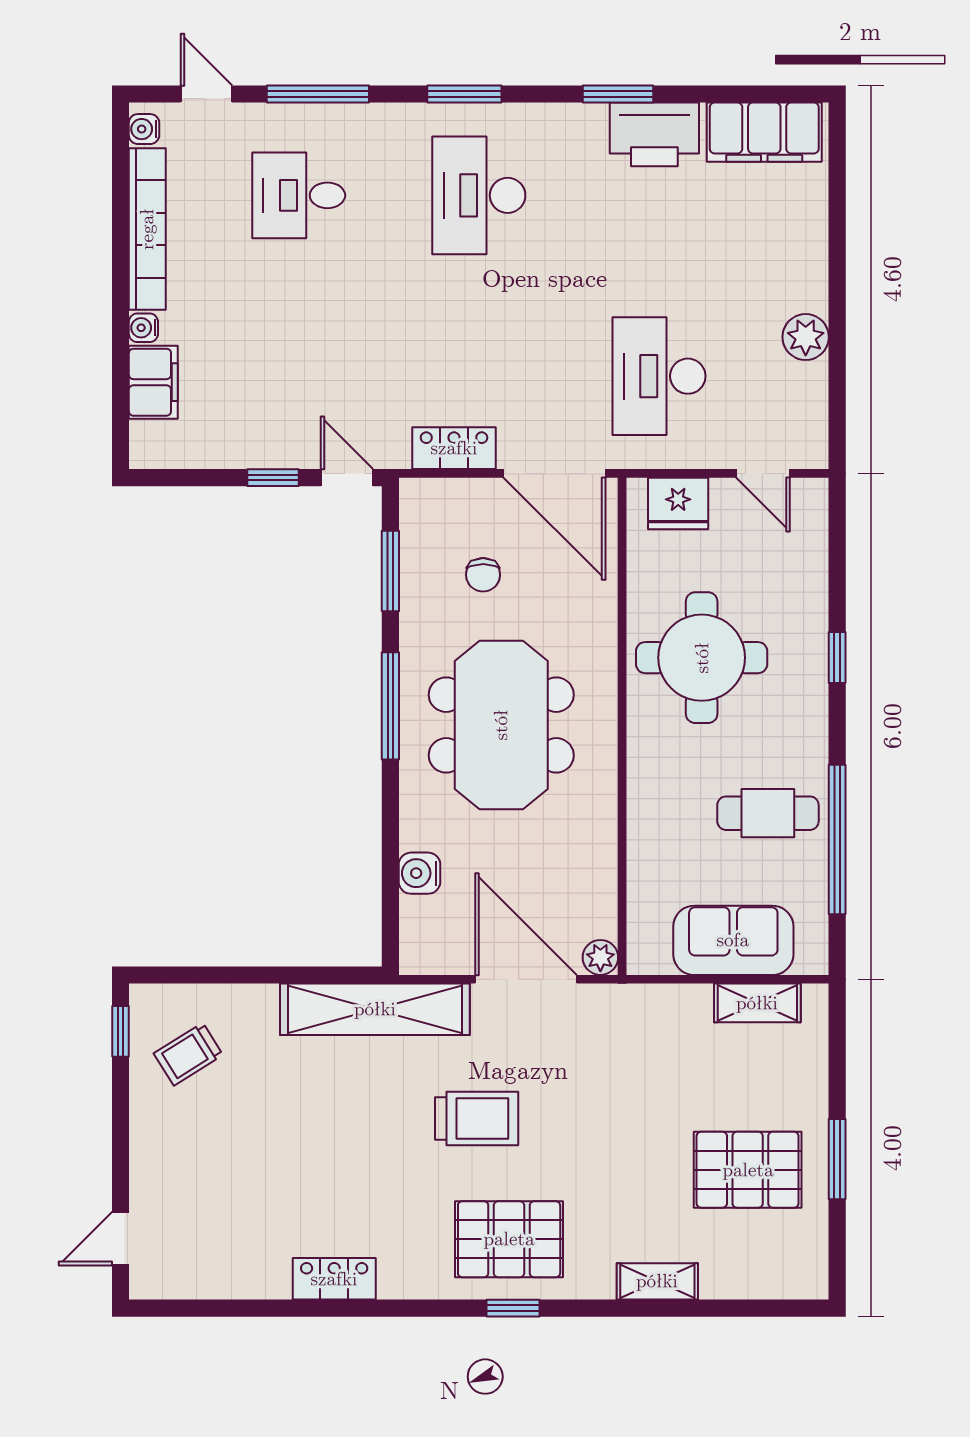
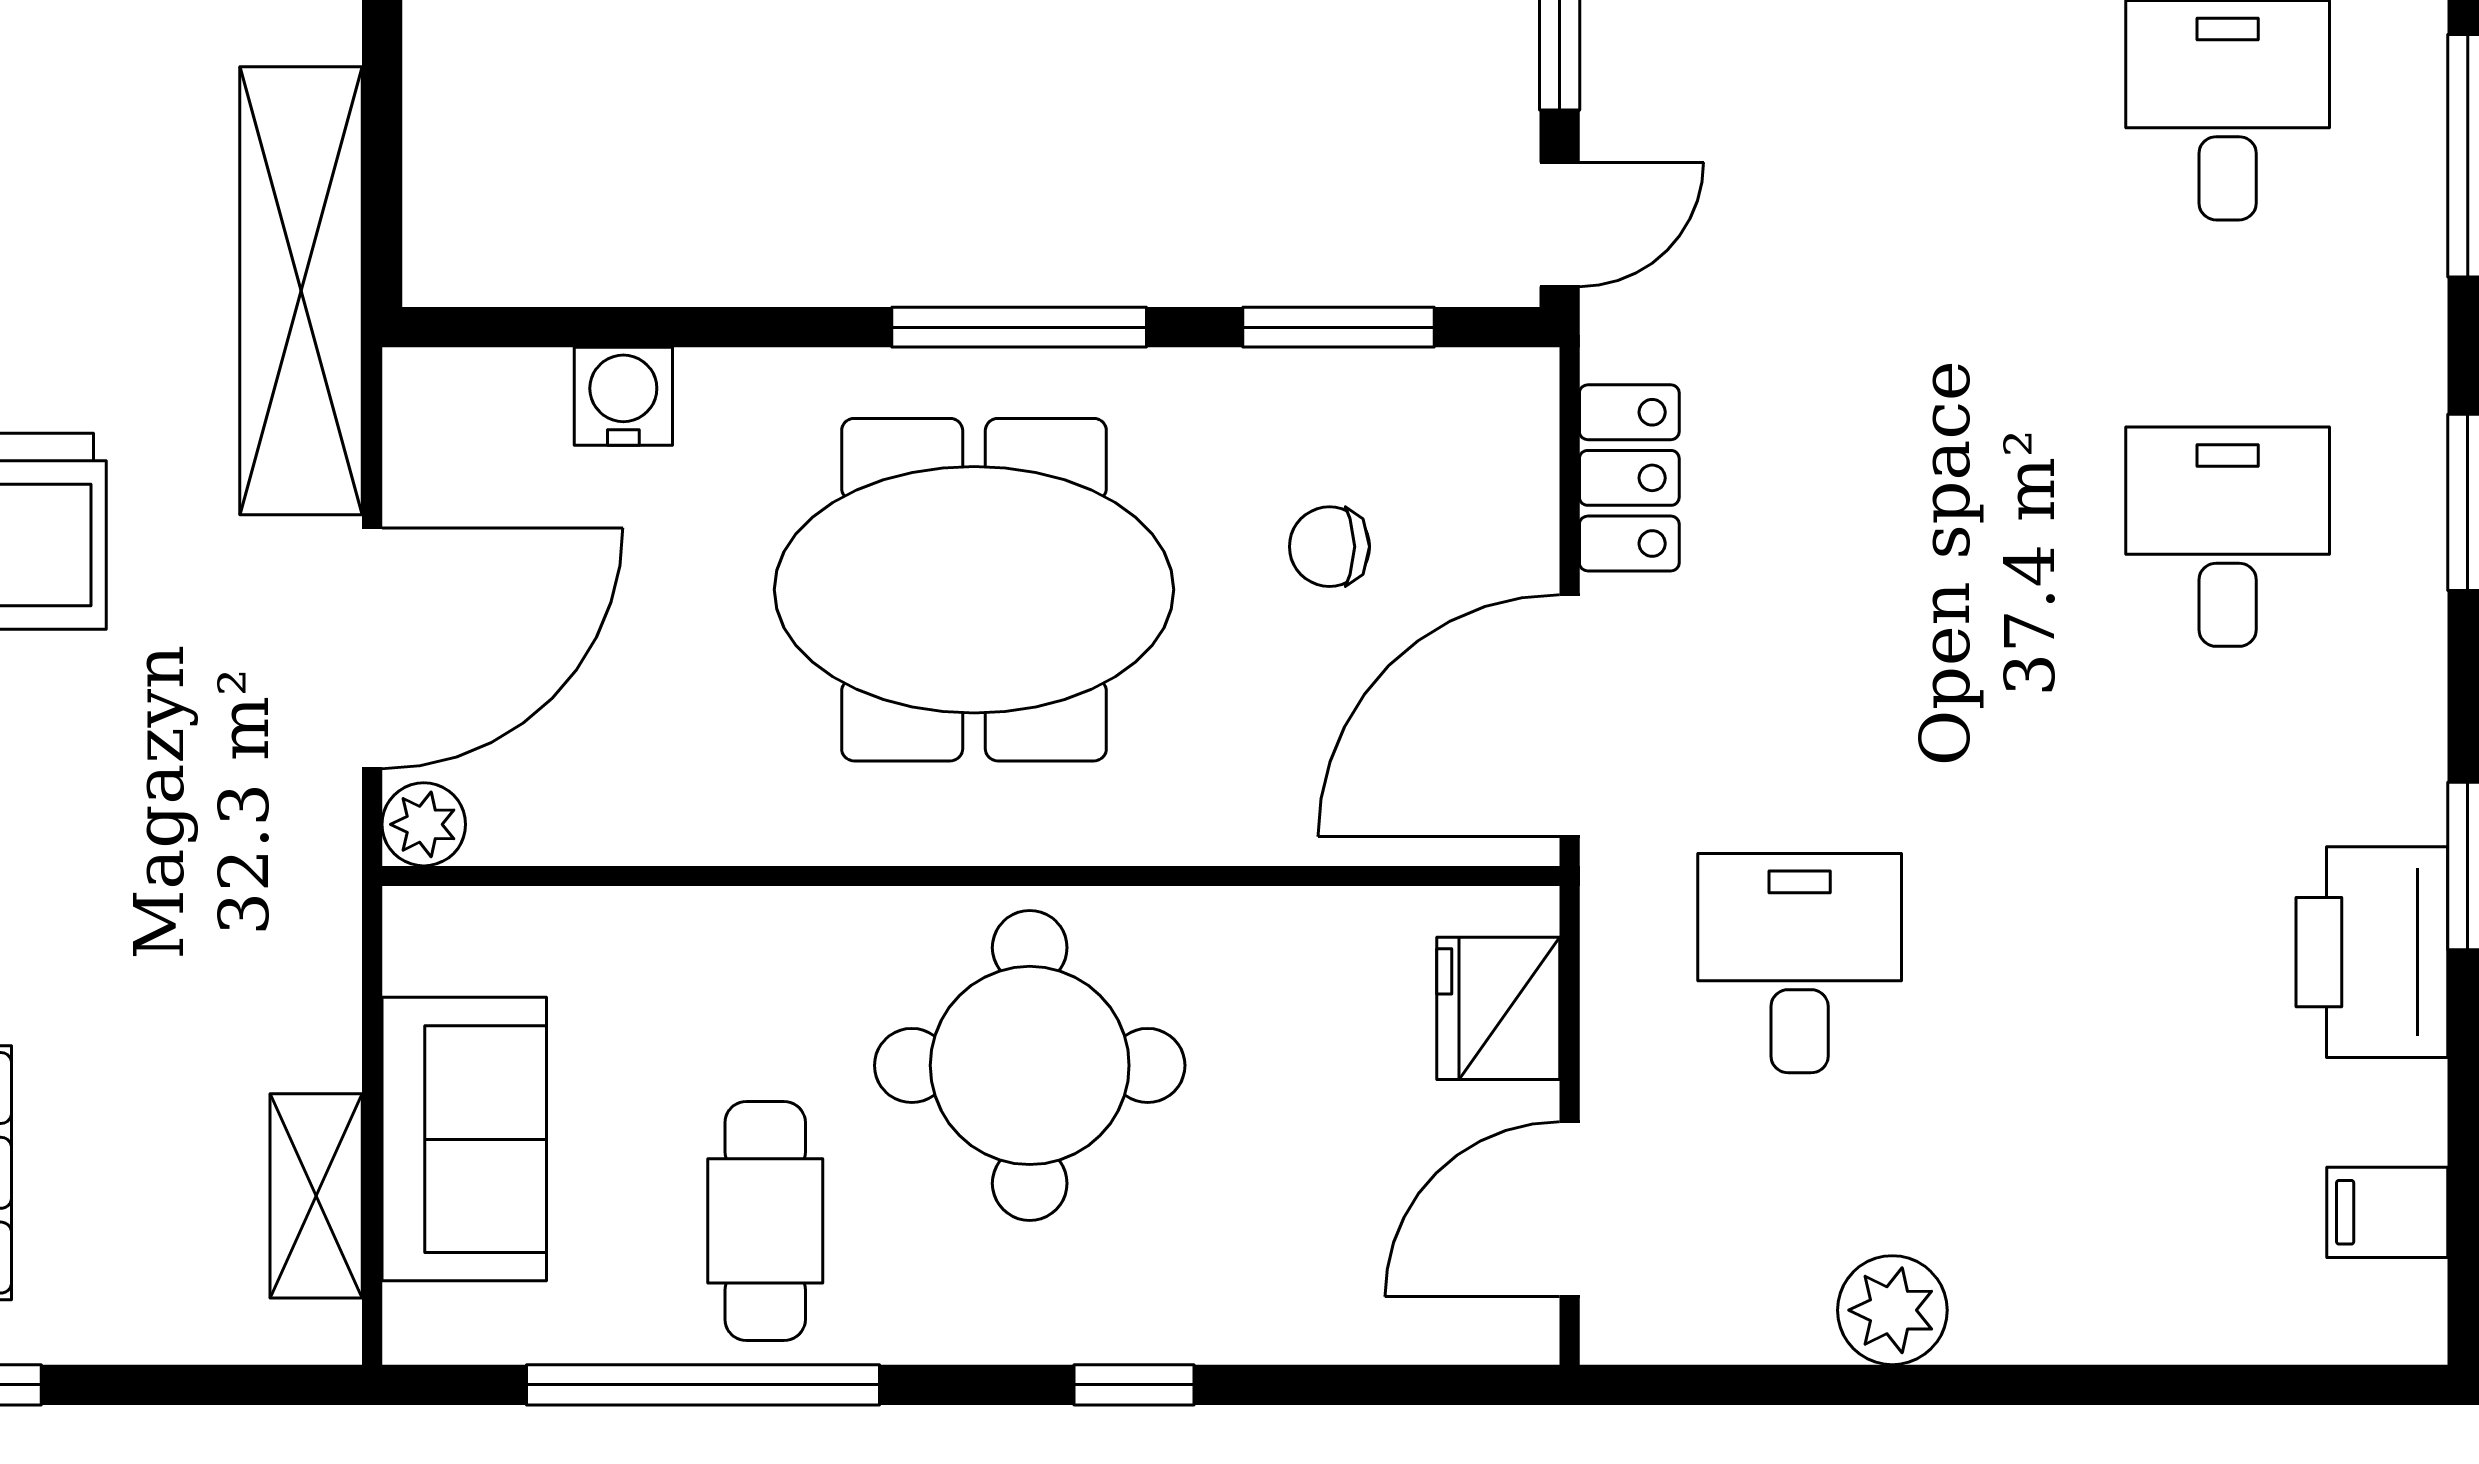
filing cabinet: (764, 132) -> (2387, 1212), width x0.33, depth x0.86
desk: (479, 195) -> (2228, 537), width x0.73
desk: (659, 376) -> (1800, 963), width x0.73
door: (763, 473) -> (1570, 1209), width x1.38
round table: (702, 658) -> (1030, 1065), moved

